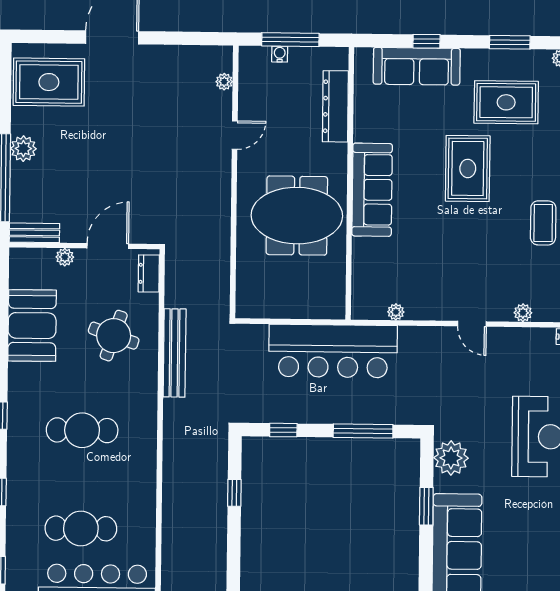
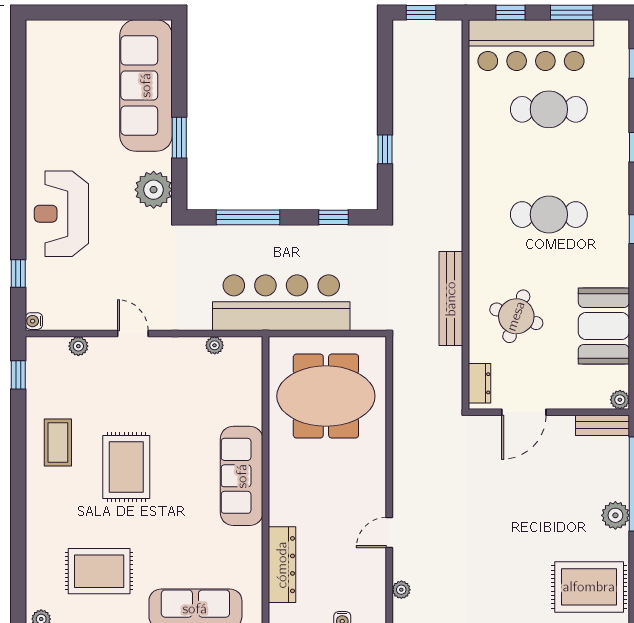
rug: (468, 168) -> (126, 467), moved
meeting table: (297, 216) -> (326, 396), moved
plant: (65, 257) -> (620, 400), moved

